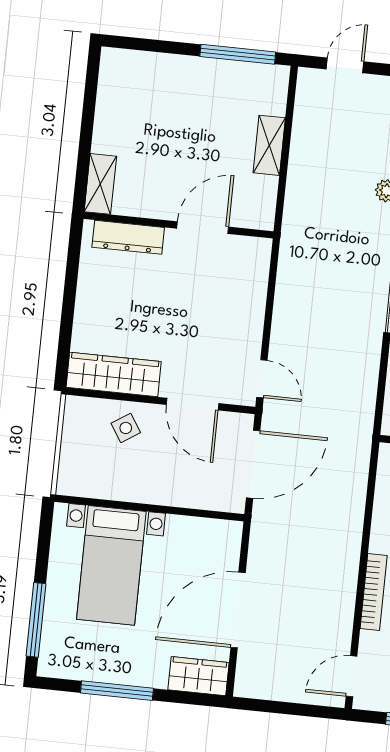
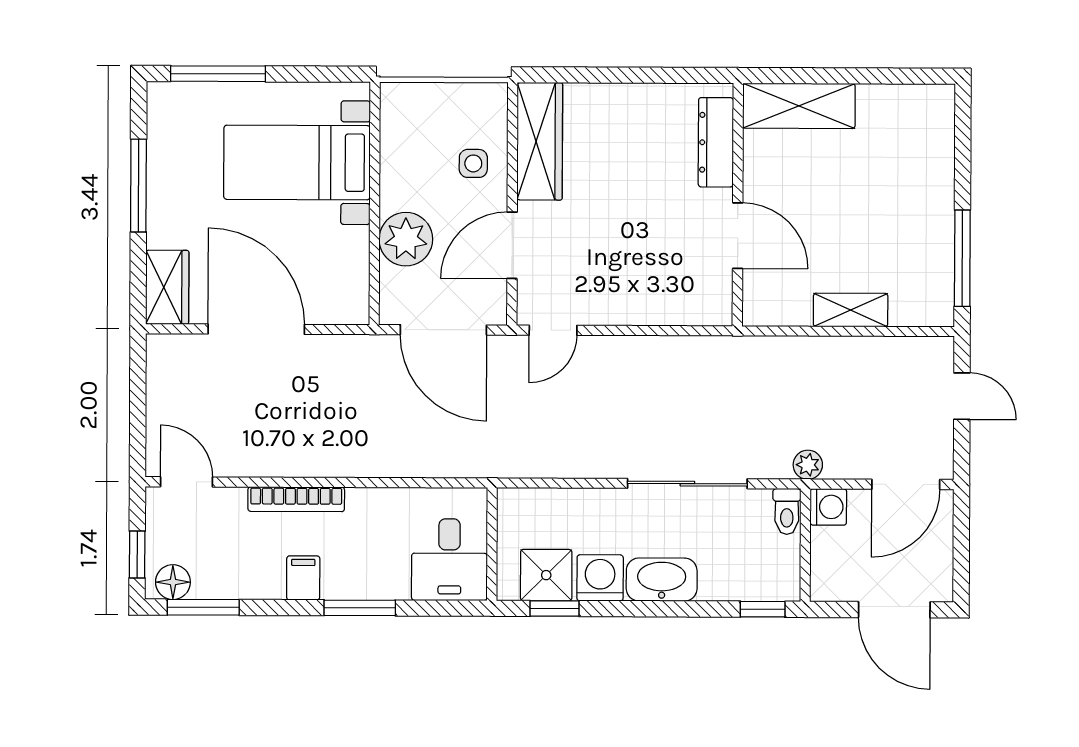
shelving: (100, 184) -> (799, 106), width x1.50, depth x1.33
side table: (126, 428) -> (473, 163), turned 33
plant: (180, 486) -> (406, 239), added

